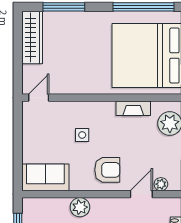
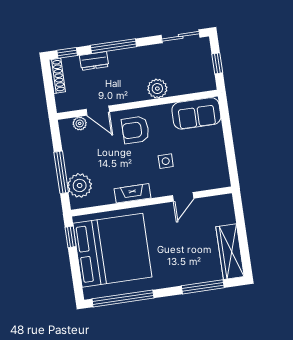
door: (39, 98) -> (183, 197), moved
fireplace: (133, 108) -> (132, 193), moved
door: (141, 194) -> (98, 111), hinge flipped

